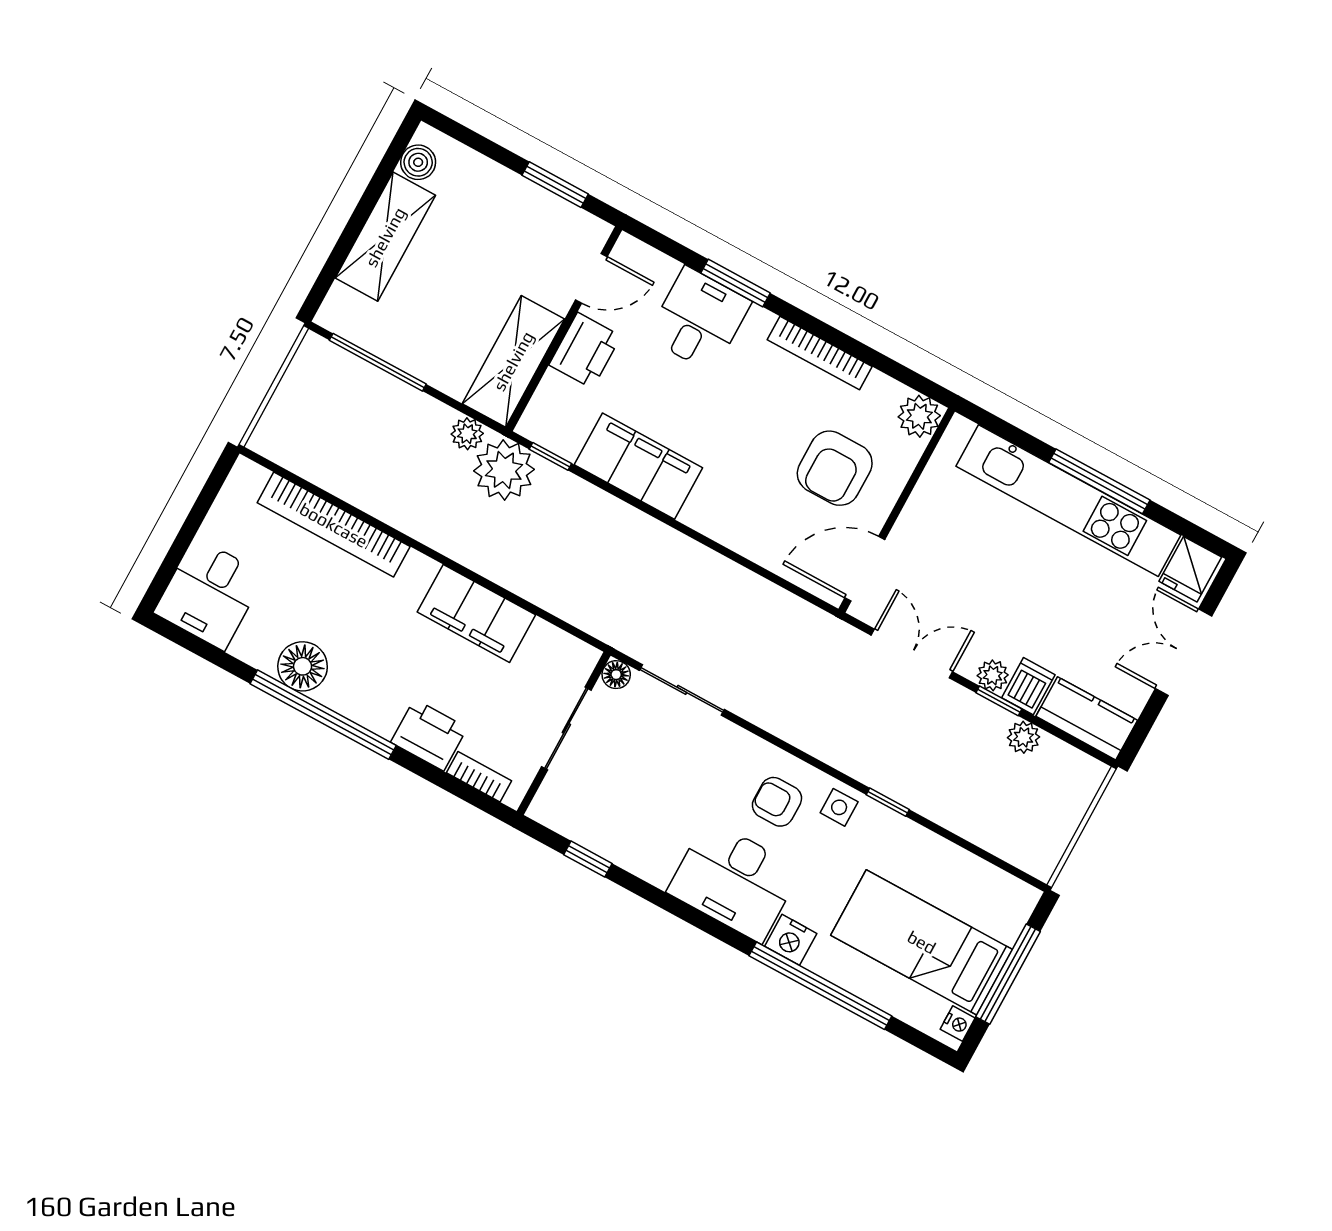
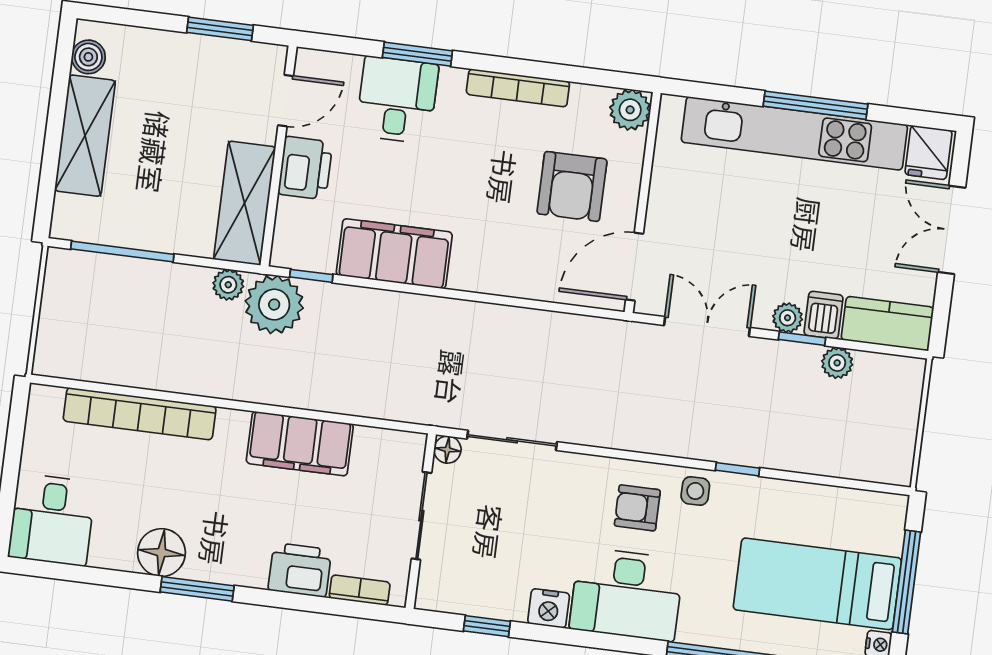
window: (323, 715) -> (197, 589), width x0.47
nightstand: (791, 940) -> (549, 608), moved

